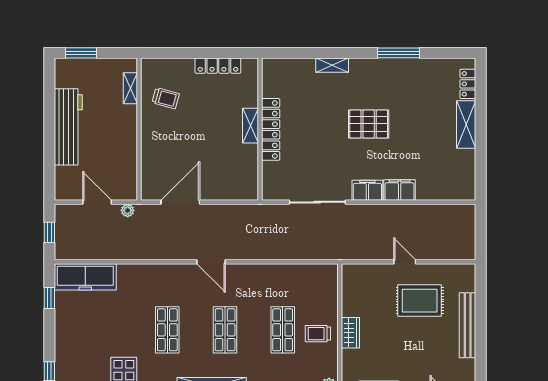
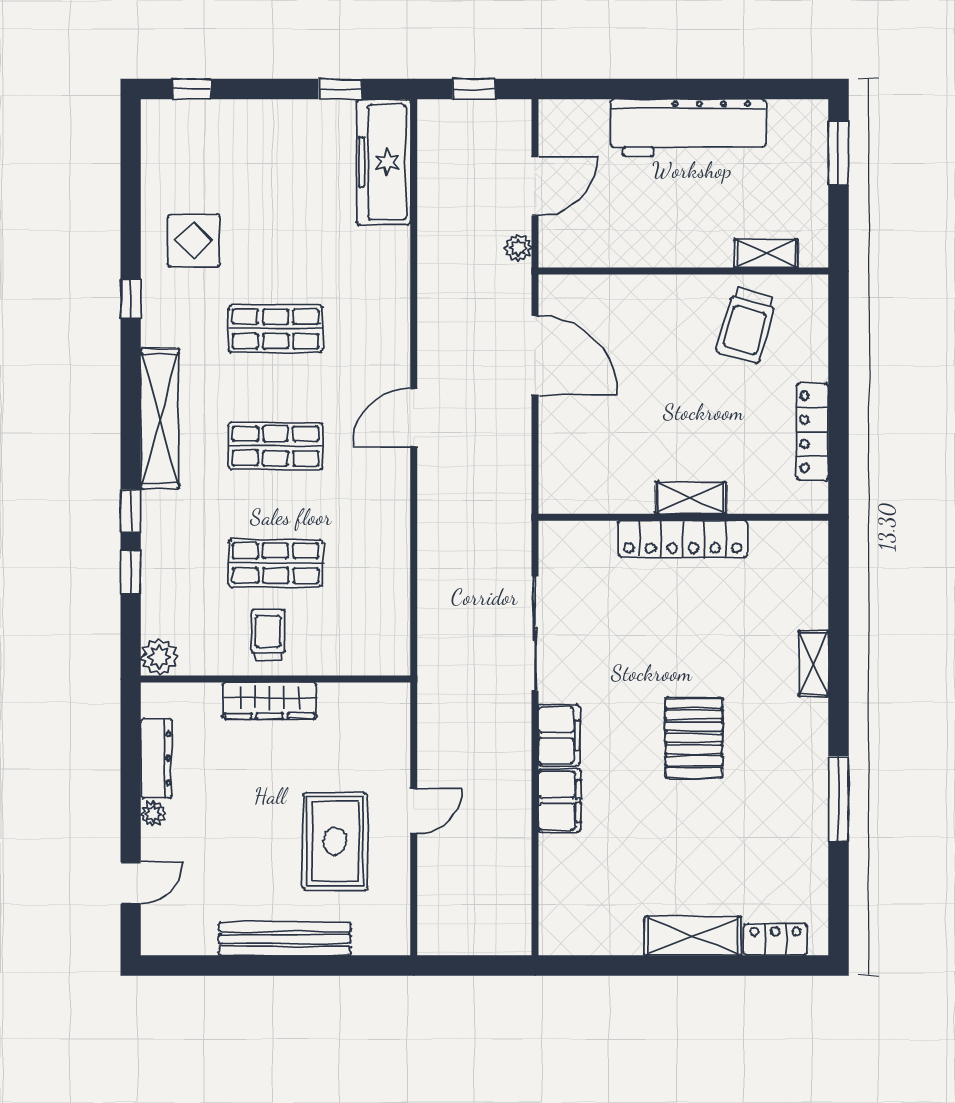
trolley: (166, 98) -> (746, 325), width x1.36, depth x1.39
wardrobe: (350, 333) -> (270, 701), width x1.50

